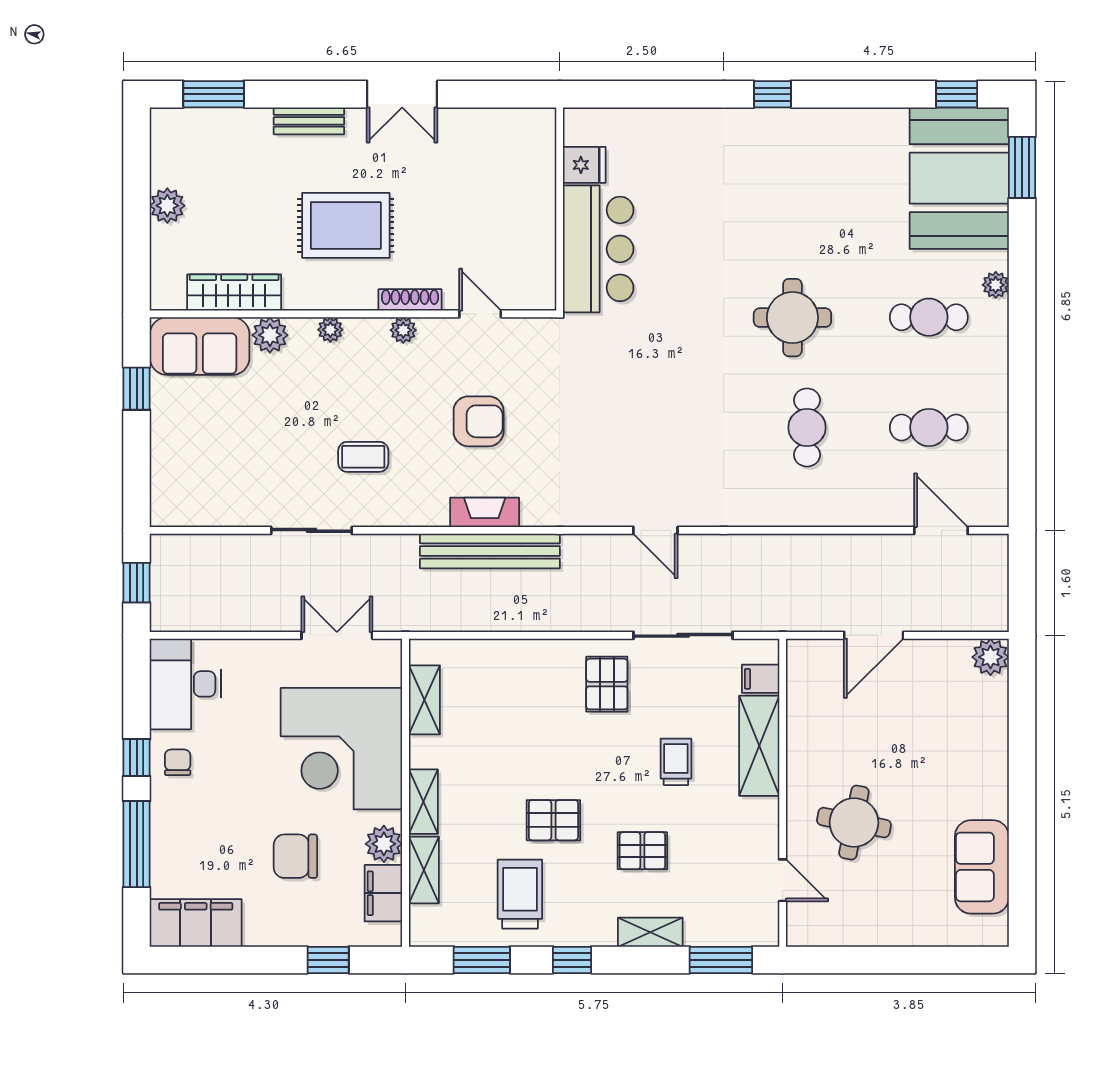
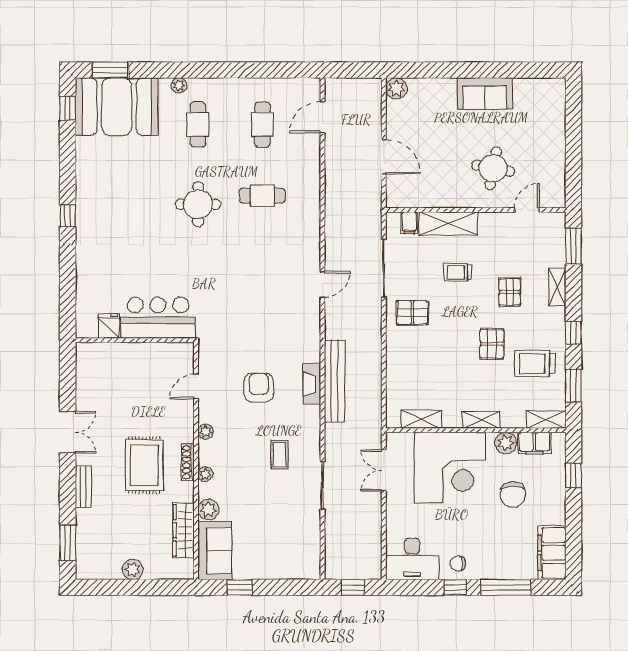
shoe rack: (410, 300) -> (188, 462), moved
sofa: (982, 867) -> (485, 93), moved
shelving: (424, 870) -> (546, 420), moved

